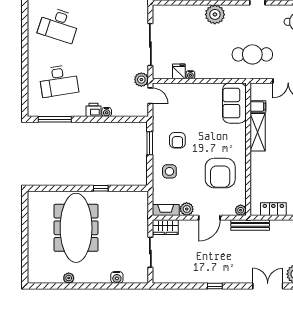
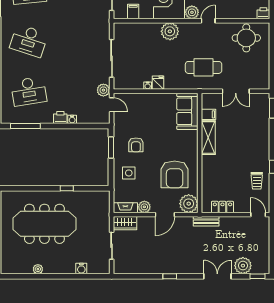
fridge: (179, 71) -> (158, 83), moved
plant: (241, 210) -> (189, 204), width x1.87, depth x1.87
bench: (250, 225) -> (206, 221), width x0.73
meeting table: (76, 228) -> (44, 224), turned 90

